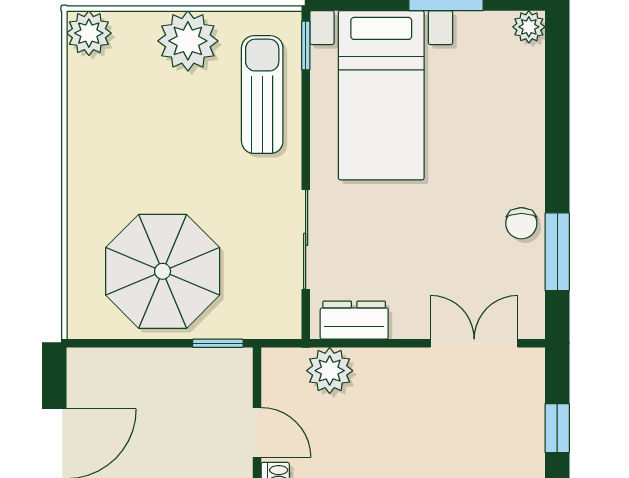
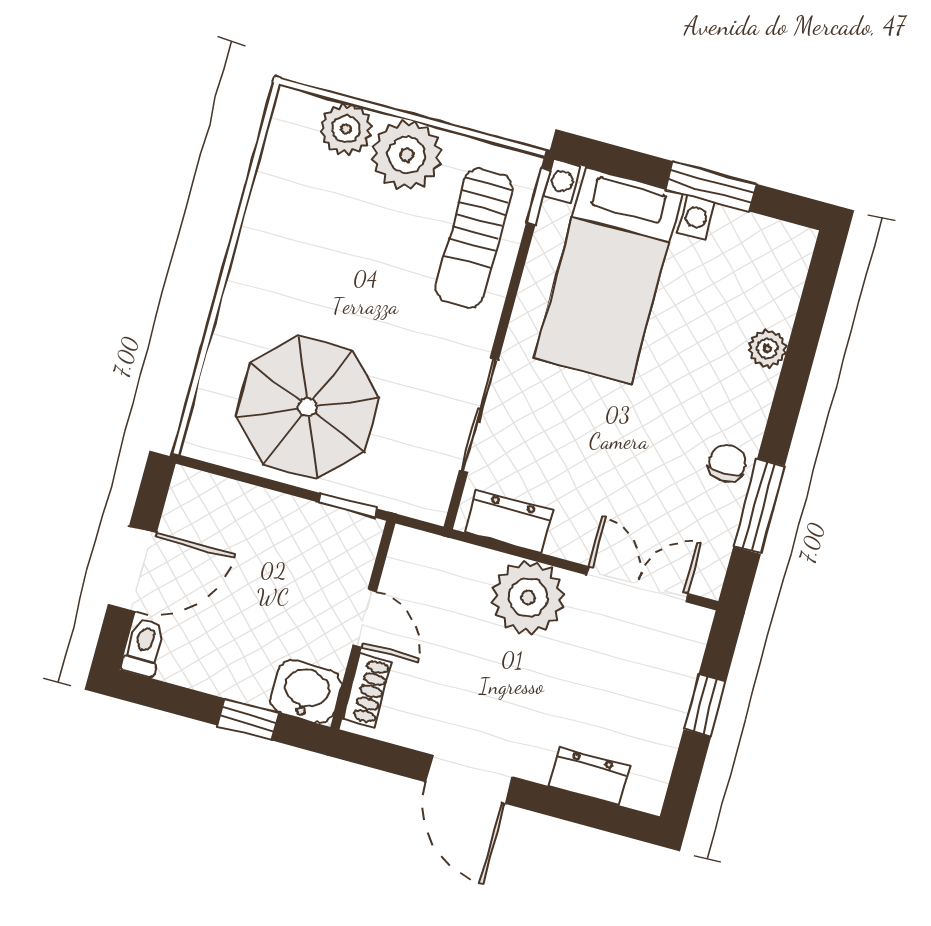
plant: (529, 27) -> (767, 349), moved
plant: (89, 33) -> (346, 129), moved
sun lounger: (262, 95) -> (474, 238), turned 180
chair: (521, 223) -> (727, 463), turned 180
plant: (330, 371) -> (528, 598), moved, width x1.36, depth x1.36

